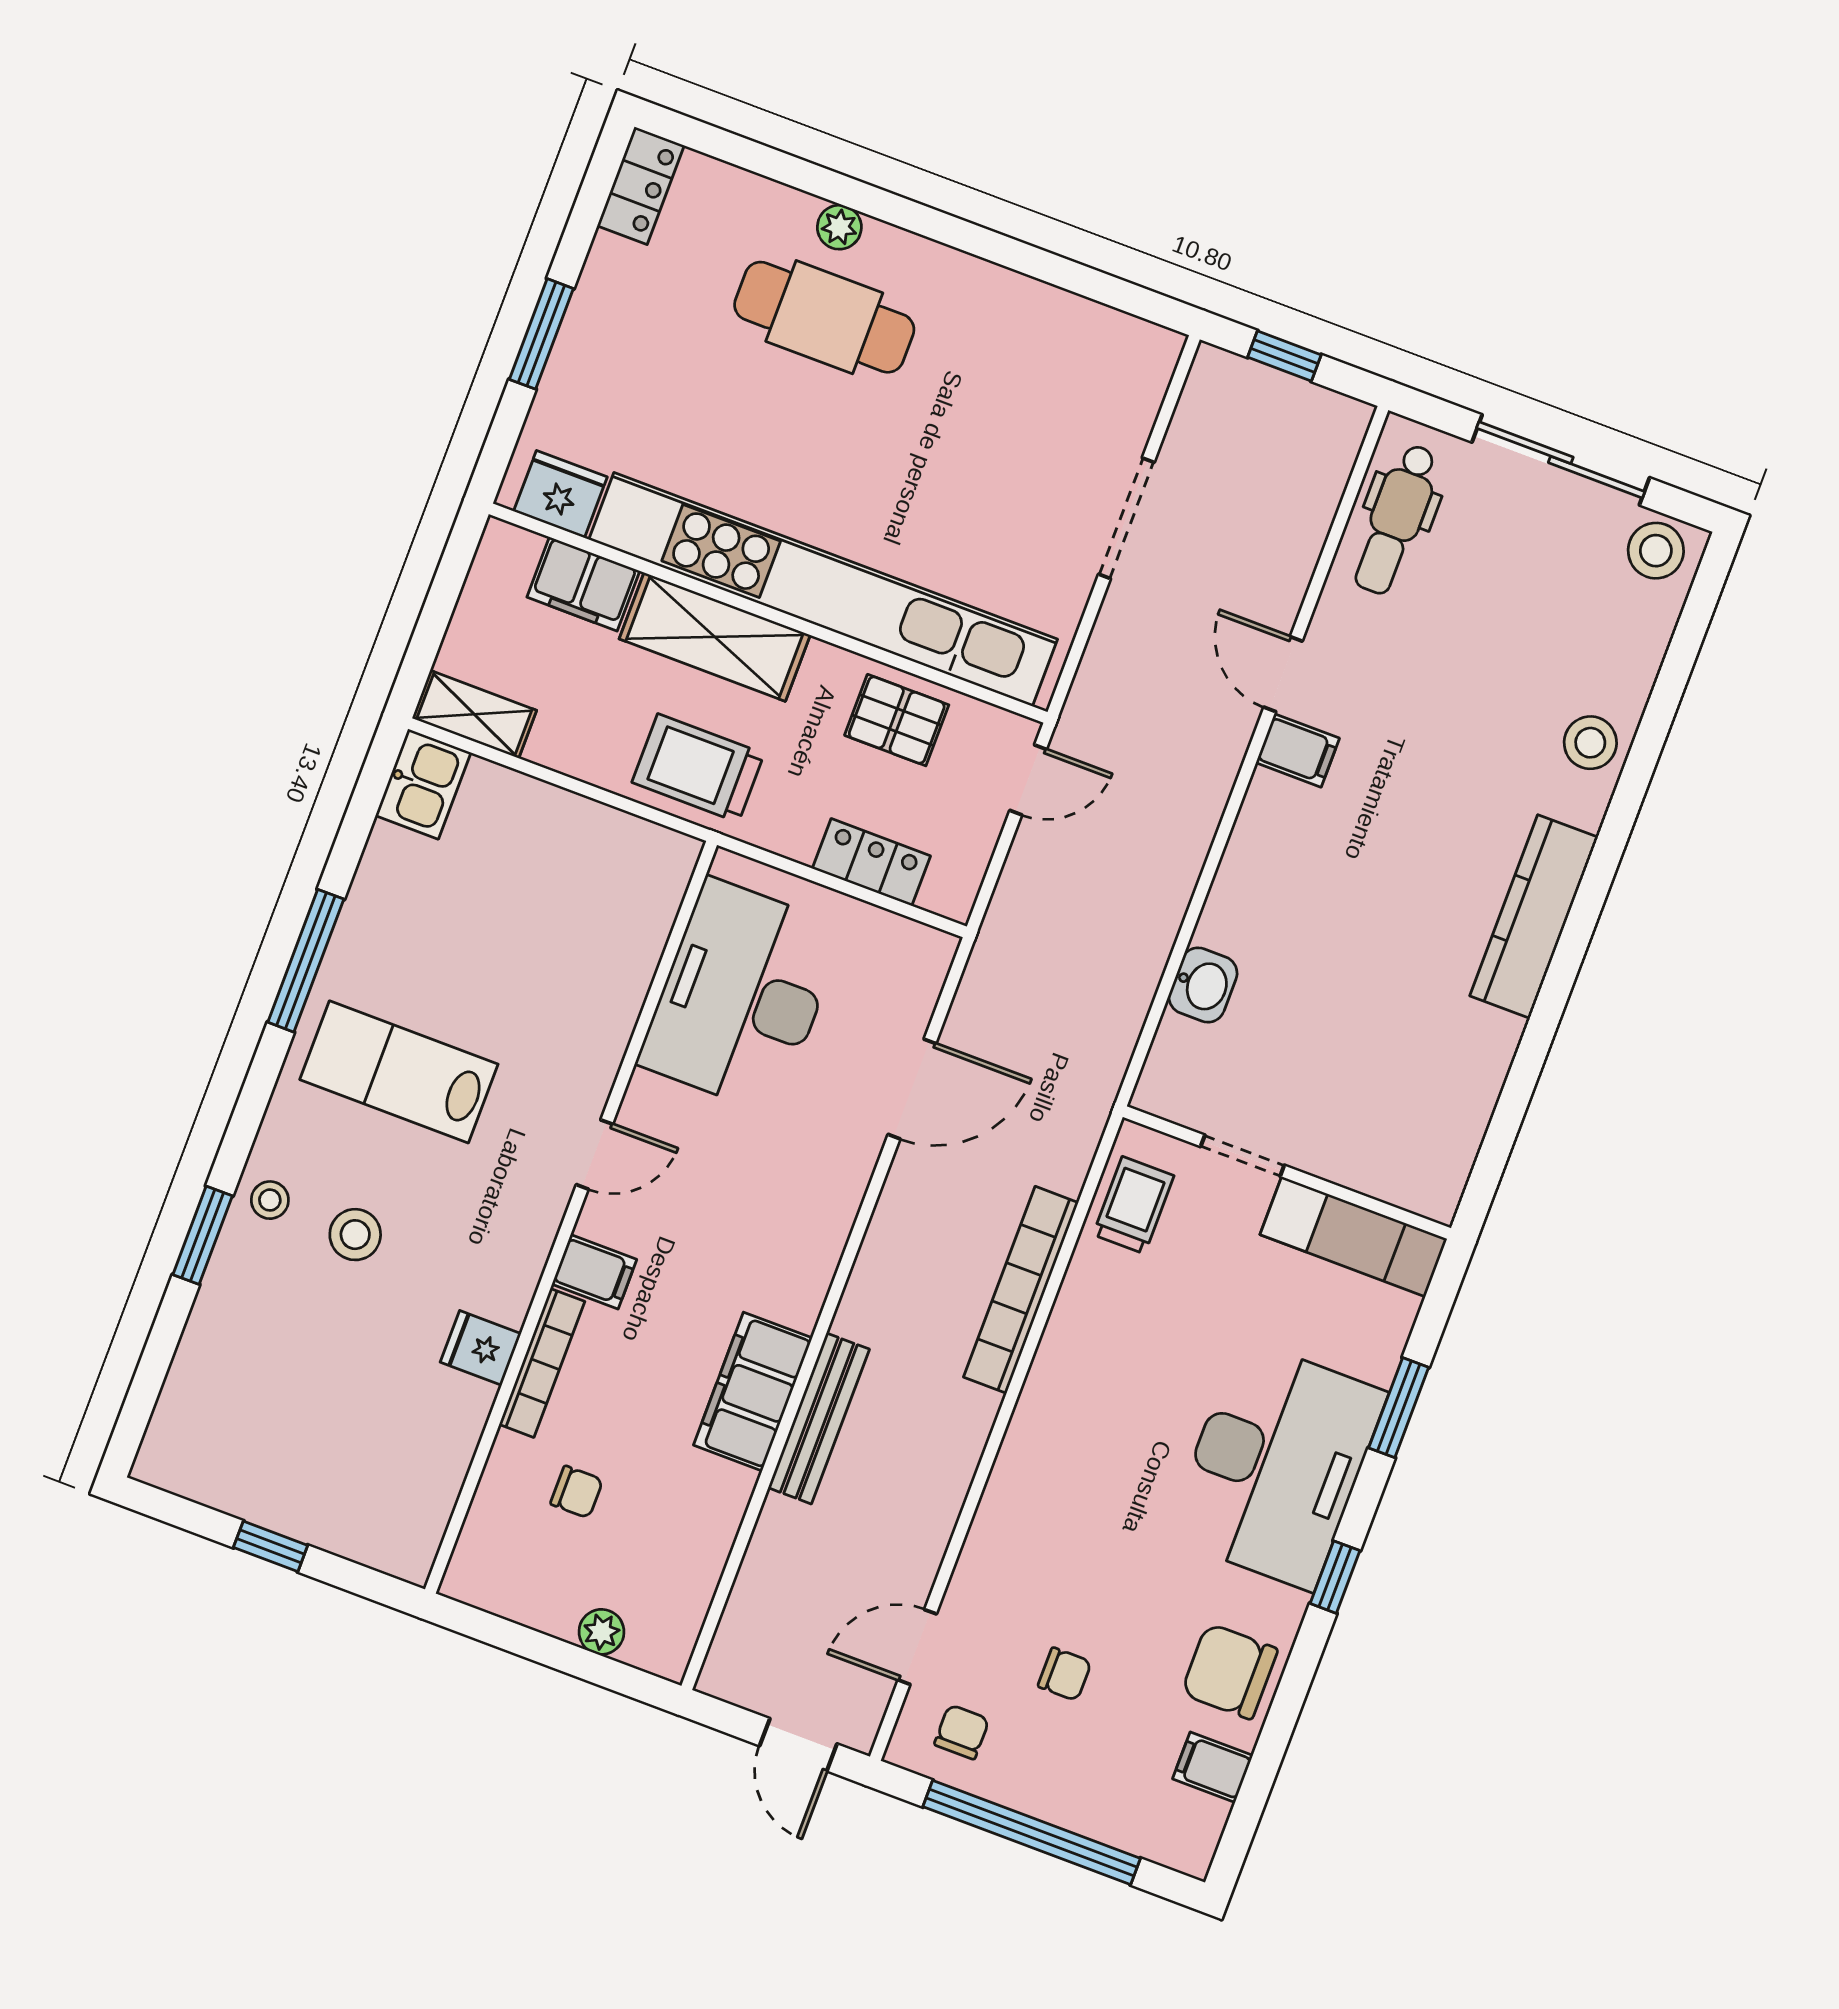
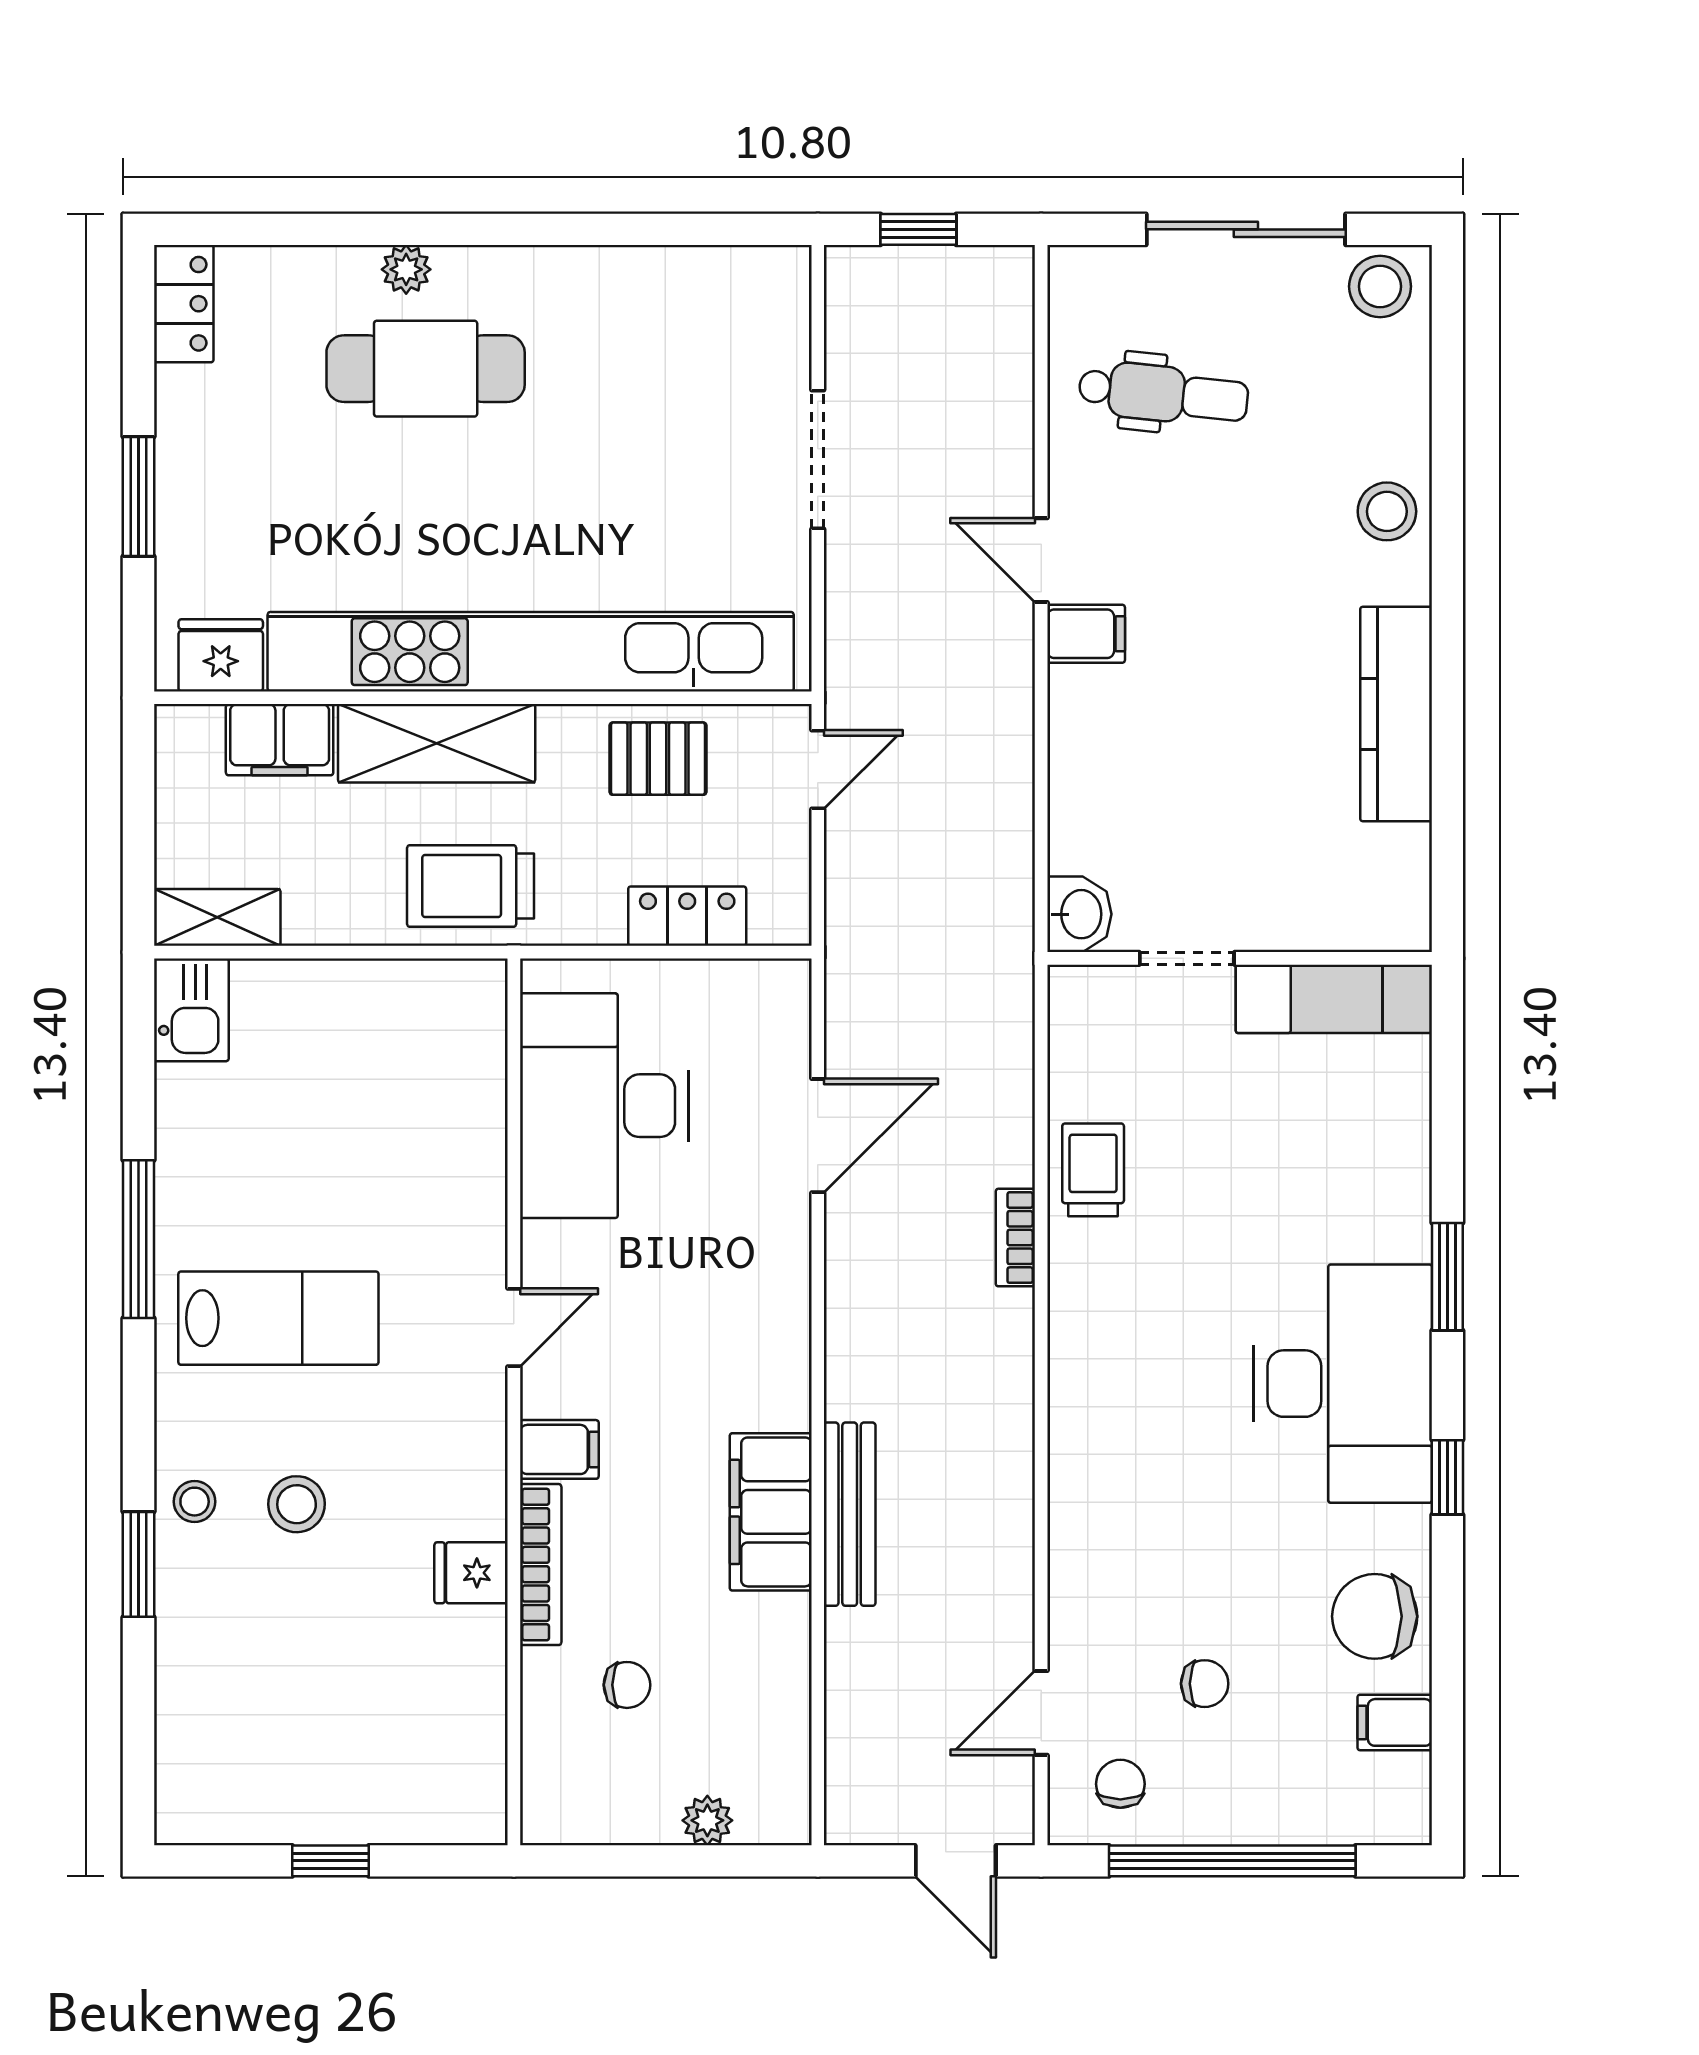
dental chair: (1396, 519) -> (1163, 394), moved, turned -84
lab bench: (399, 1072) -> (278, 1318), turned 180
doorway: (1242, 1156) -> (1187, 958), moved
wall: (1287, 1173) -> (1240, 958), moved
exam couch: (1353, 1237) -> (1334, 999), moved
bookcase: (1021, 1290) -> (1015, 1238), width x0.43, depth x0.76

